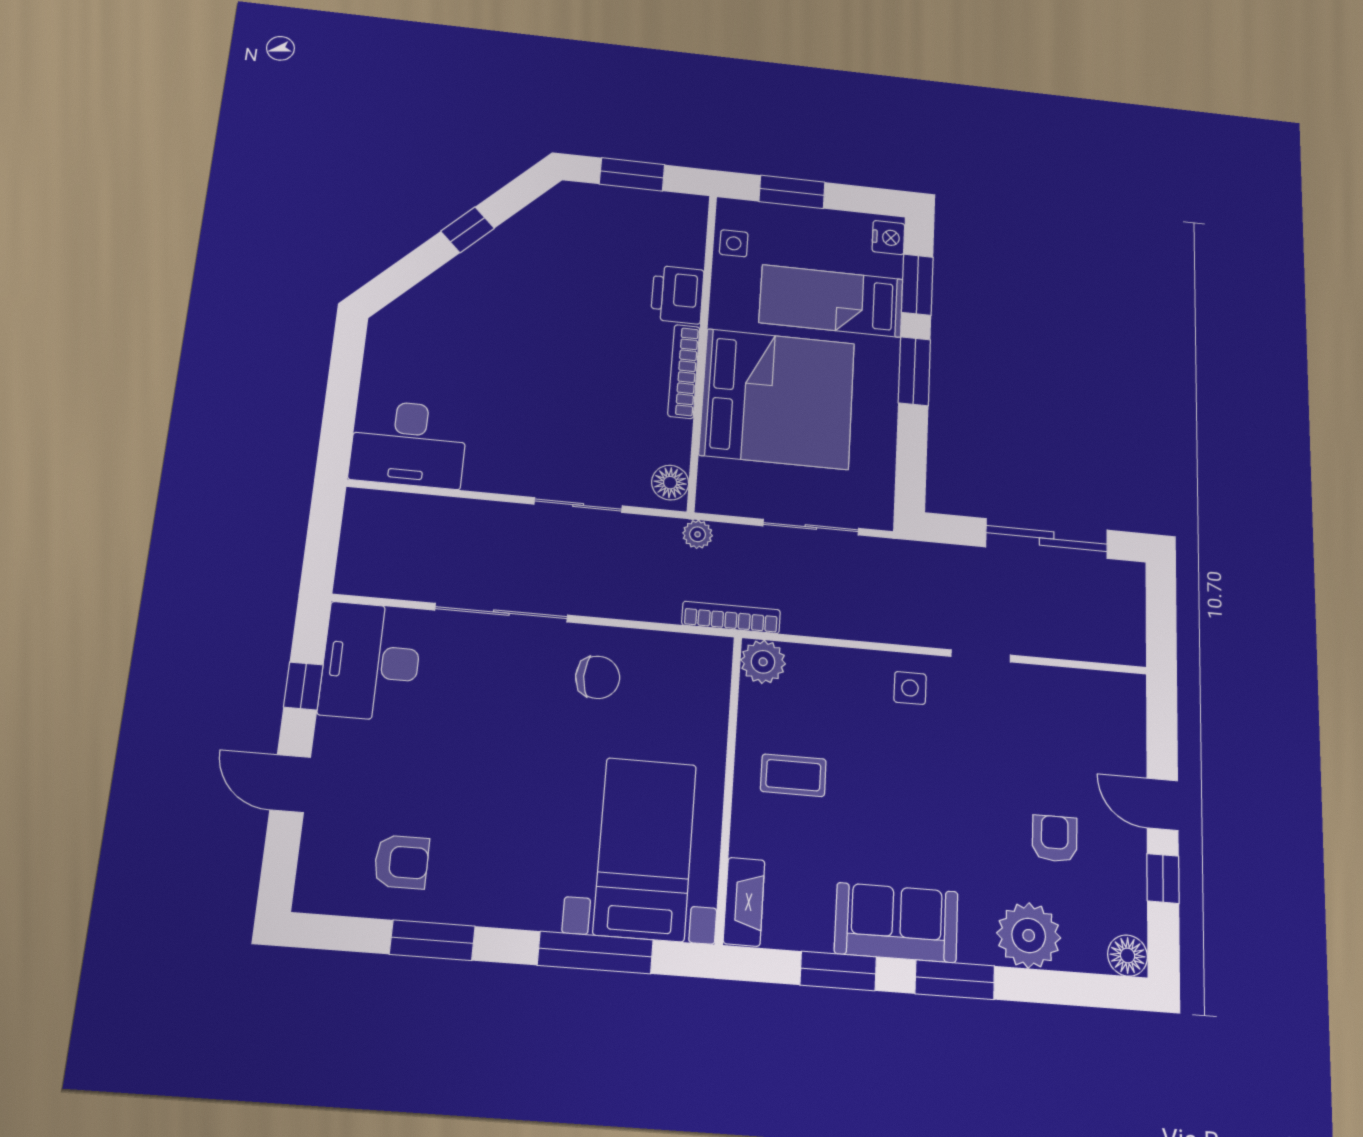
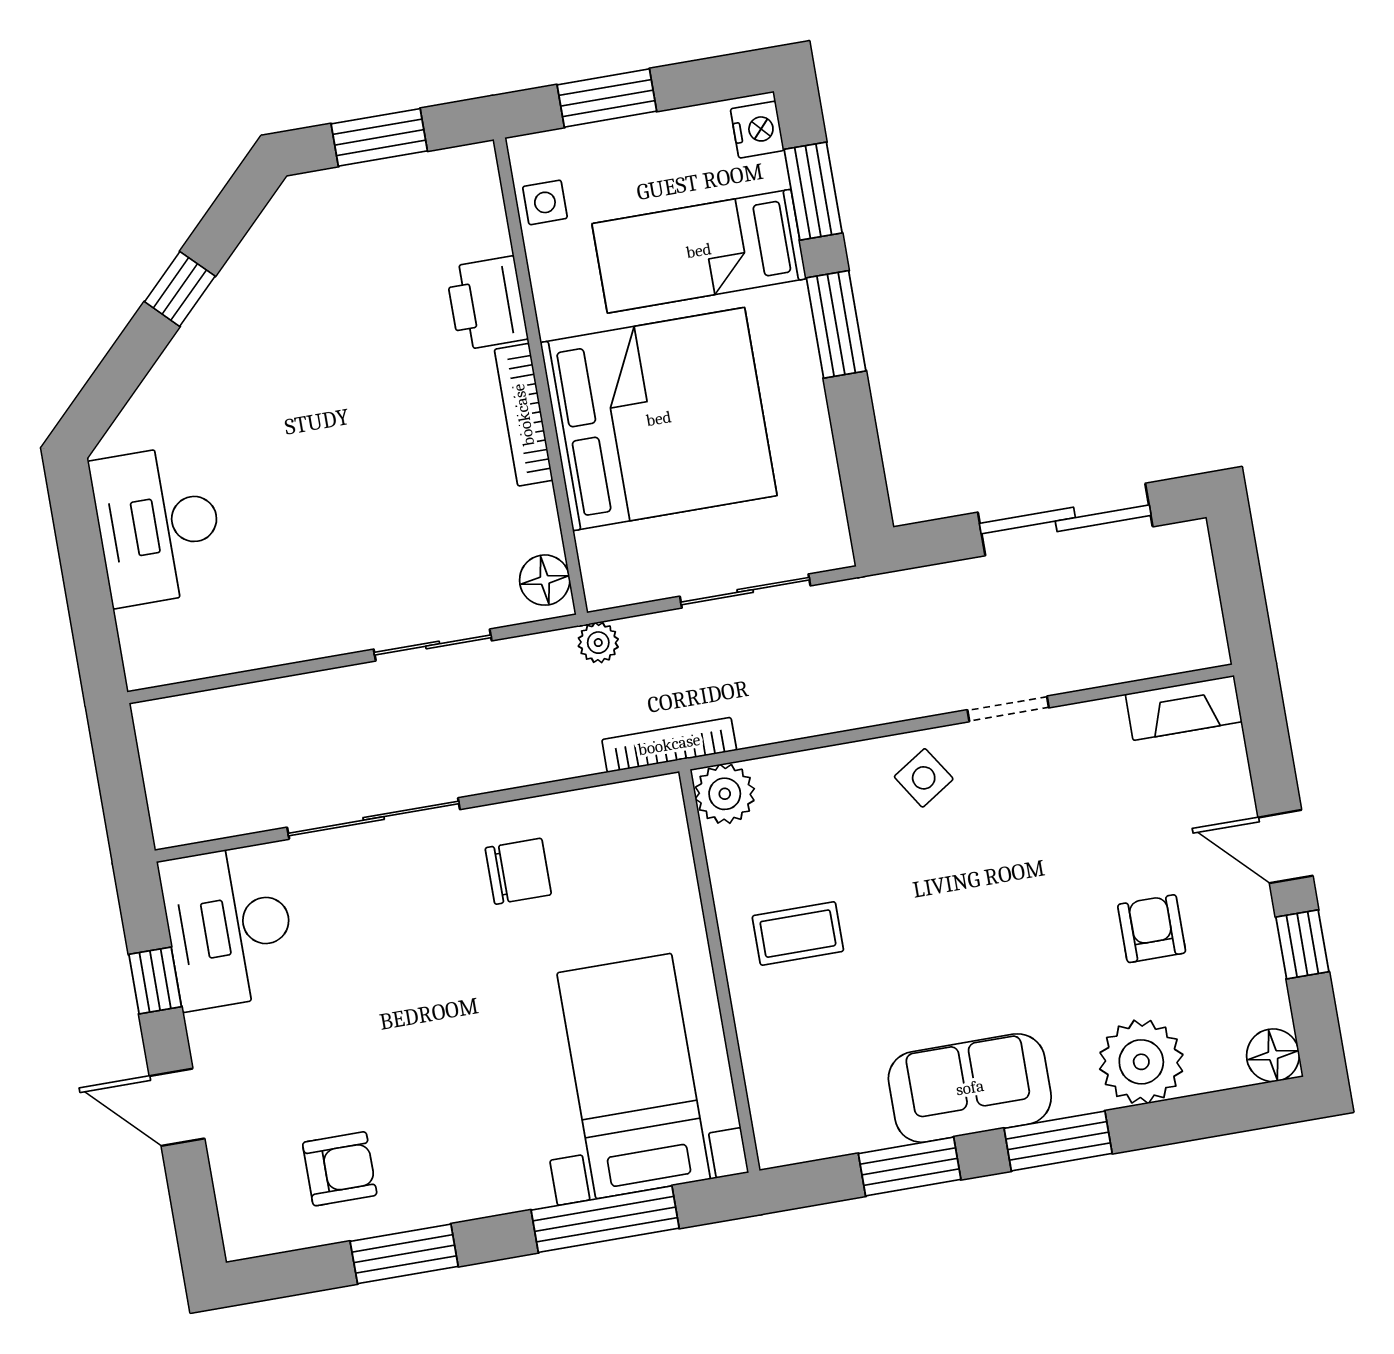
desk: (409, 444) -> (158, 525), moved, turned 90
side table: (910, 688) -> (924, 778), turned -33
fireplace: (744, 902) -> (1184, 708), moved, turned 90

